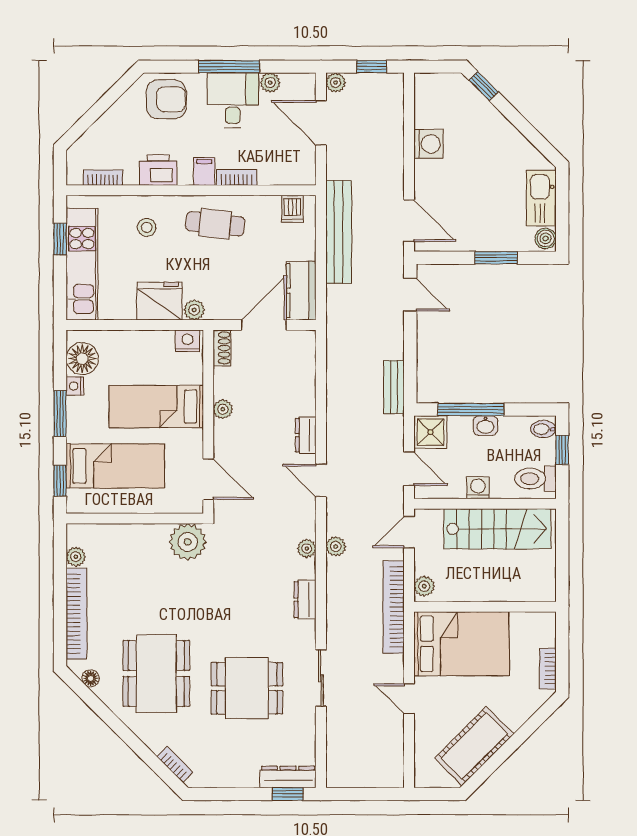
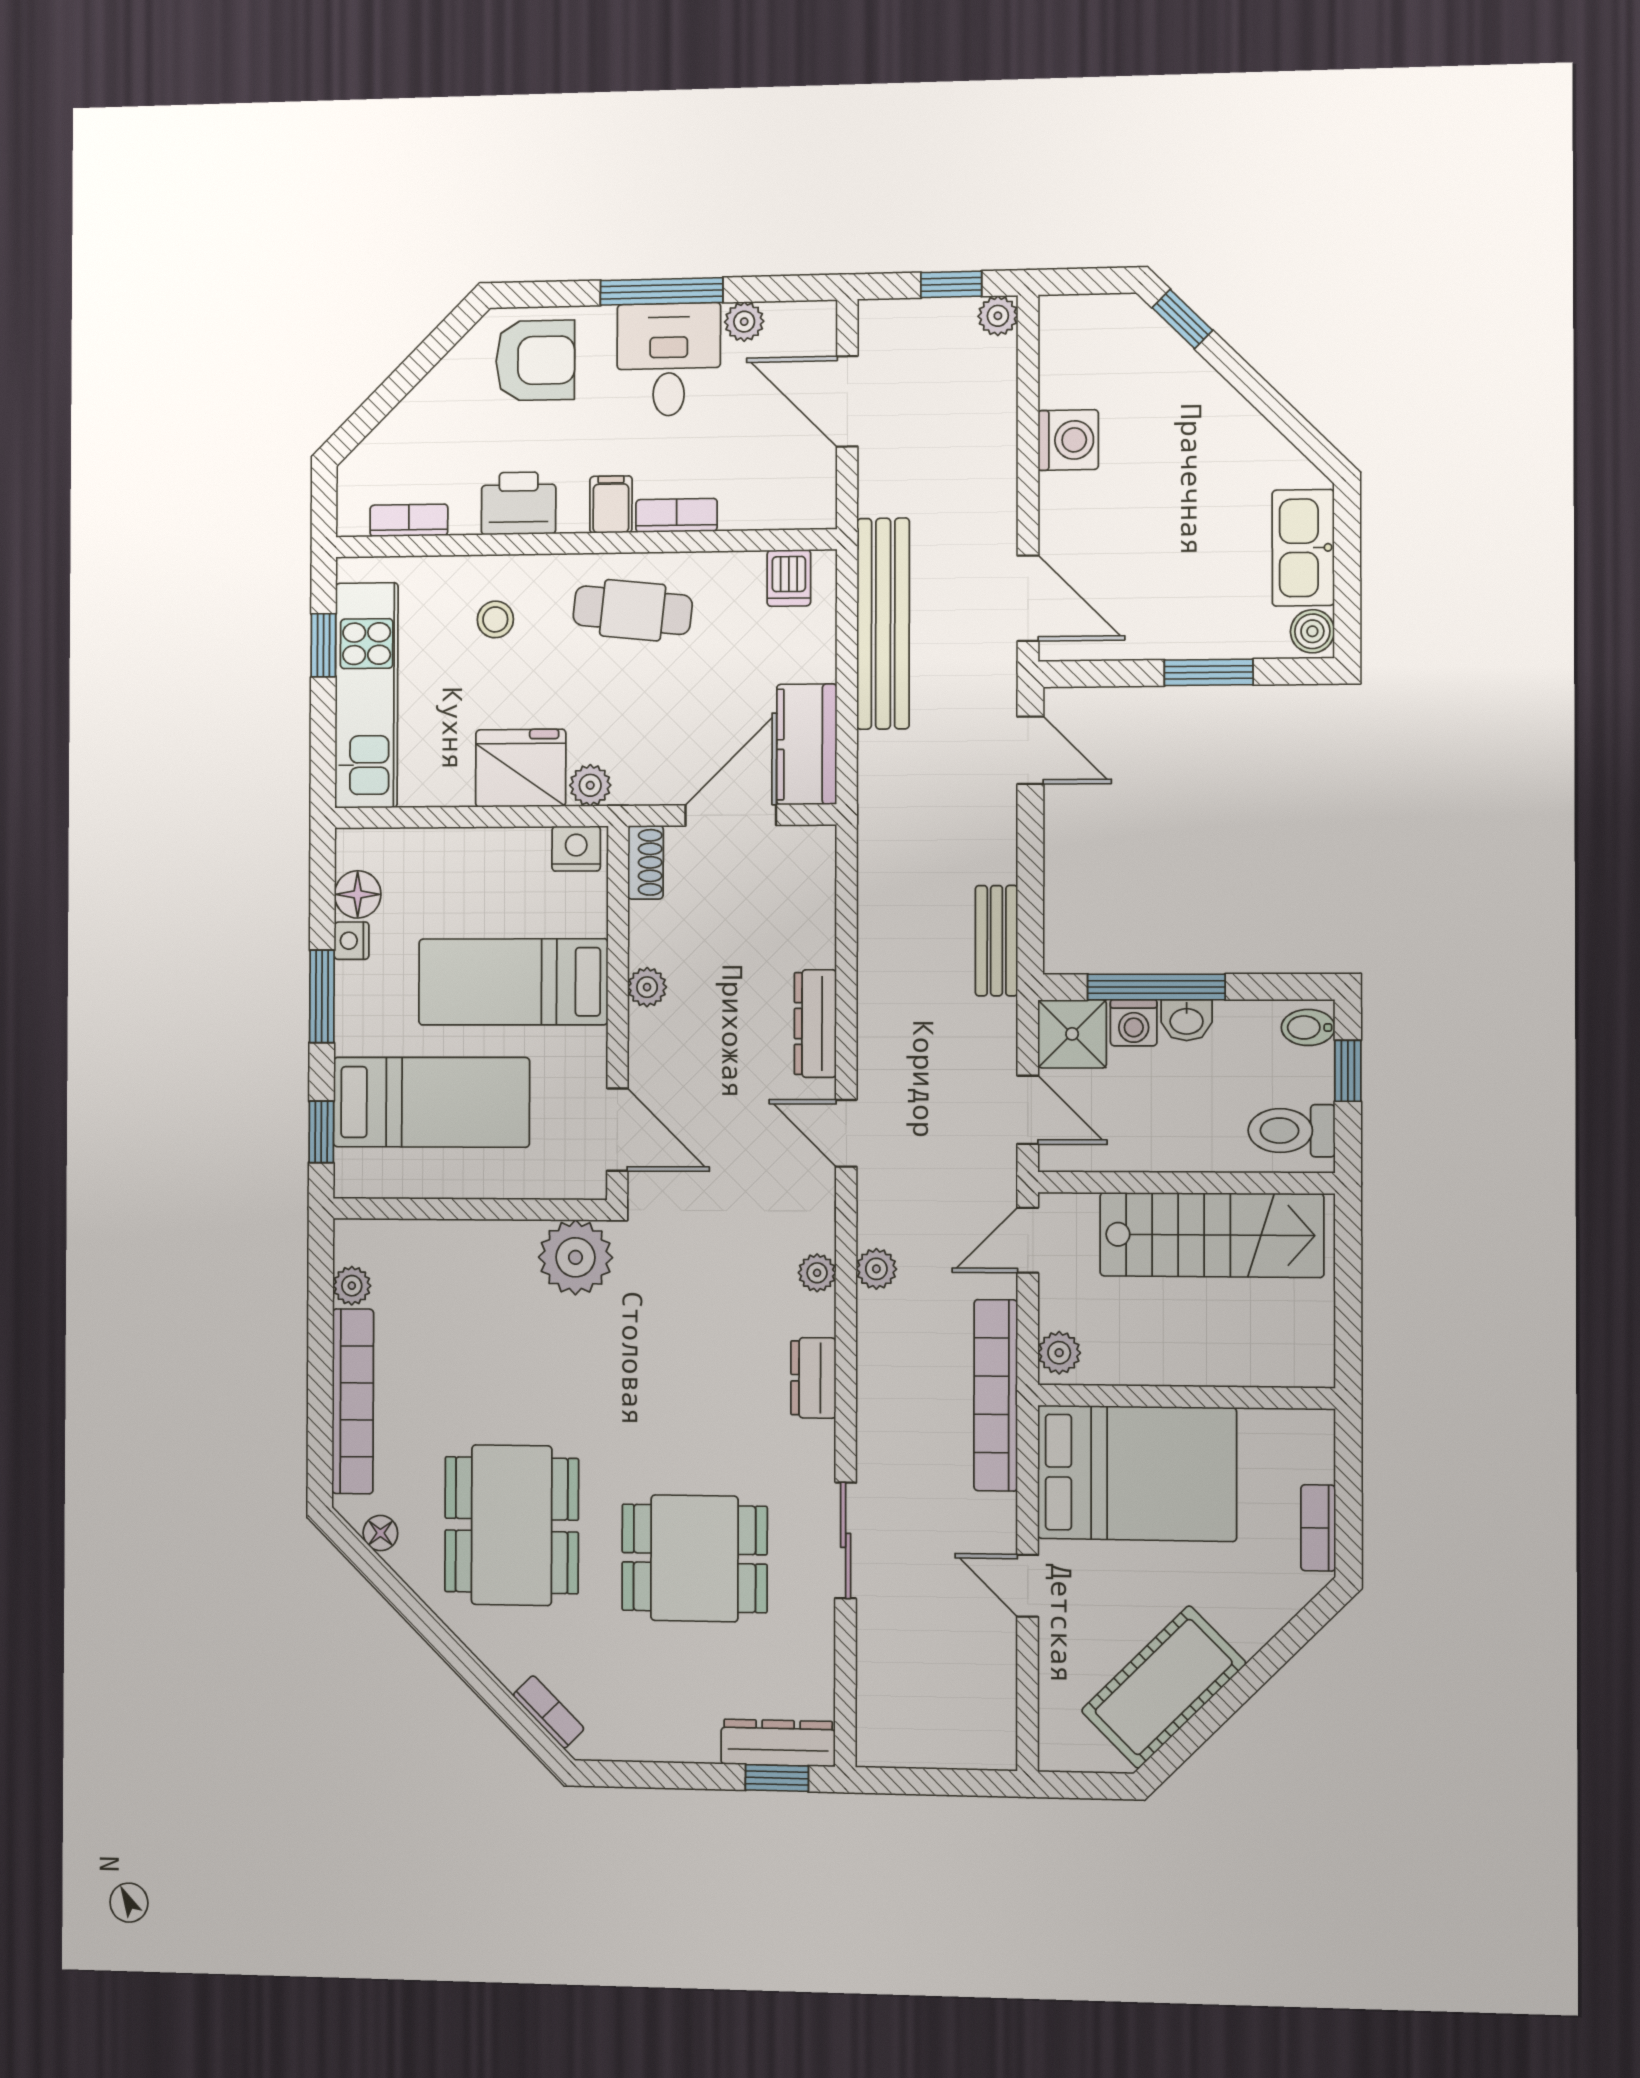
plant: (336, 83) -> (998, 316), moved
floor lamp: (82, 359) -> (358, 894), width x0.73, depth x0.73
dresser: (306, 435) -> (815, 1024), width x1.44
washing machine: (478, 488) -> (1134, 1023), moved, turned 180

